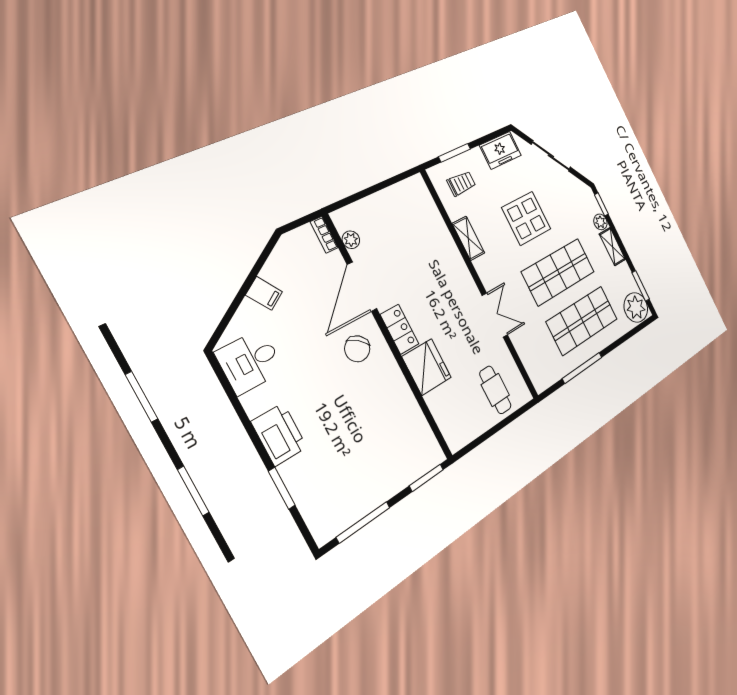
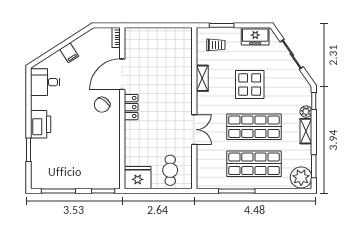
plant: (351, 240) -> (130, 47), removed
fridge: (427, 367) -> (138, 178), moved, turned -90

